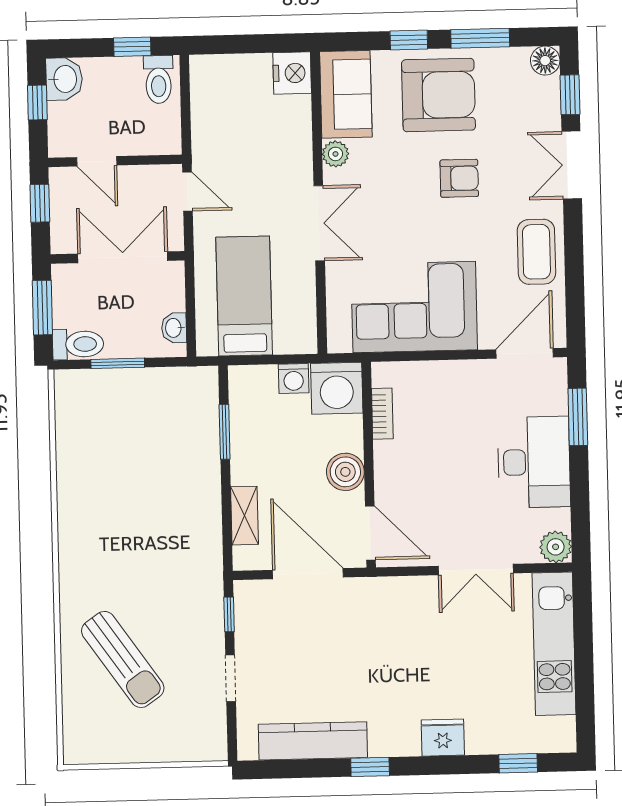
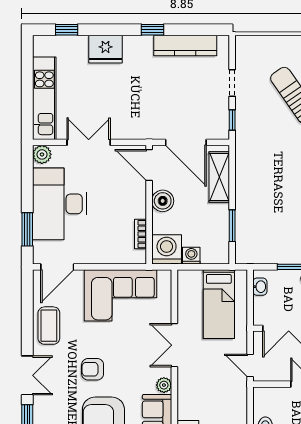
desk: (534, 462) -> (60, 204), width x1.36, depth x1.30
shelving: (244, 516) -> (219, 177), width x1.50, depth x1.33
fridge: (443, 738) -> (106, 49), width x1.36, depth x1.34

